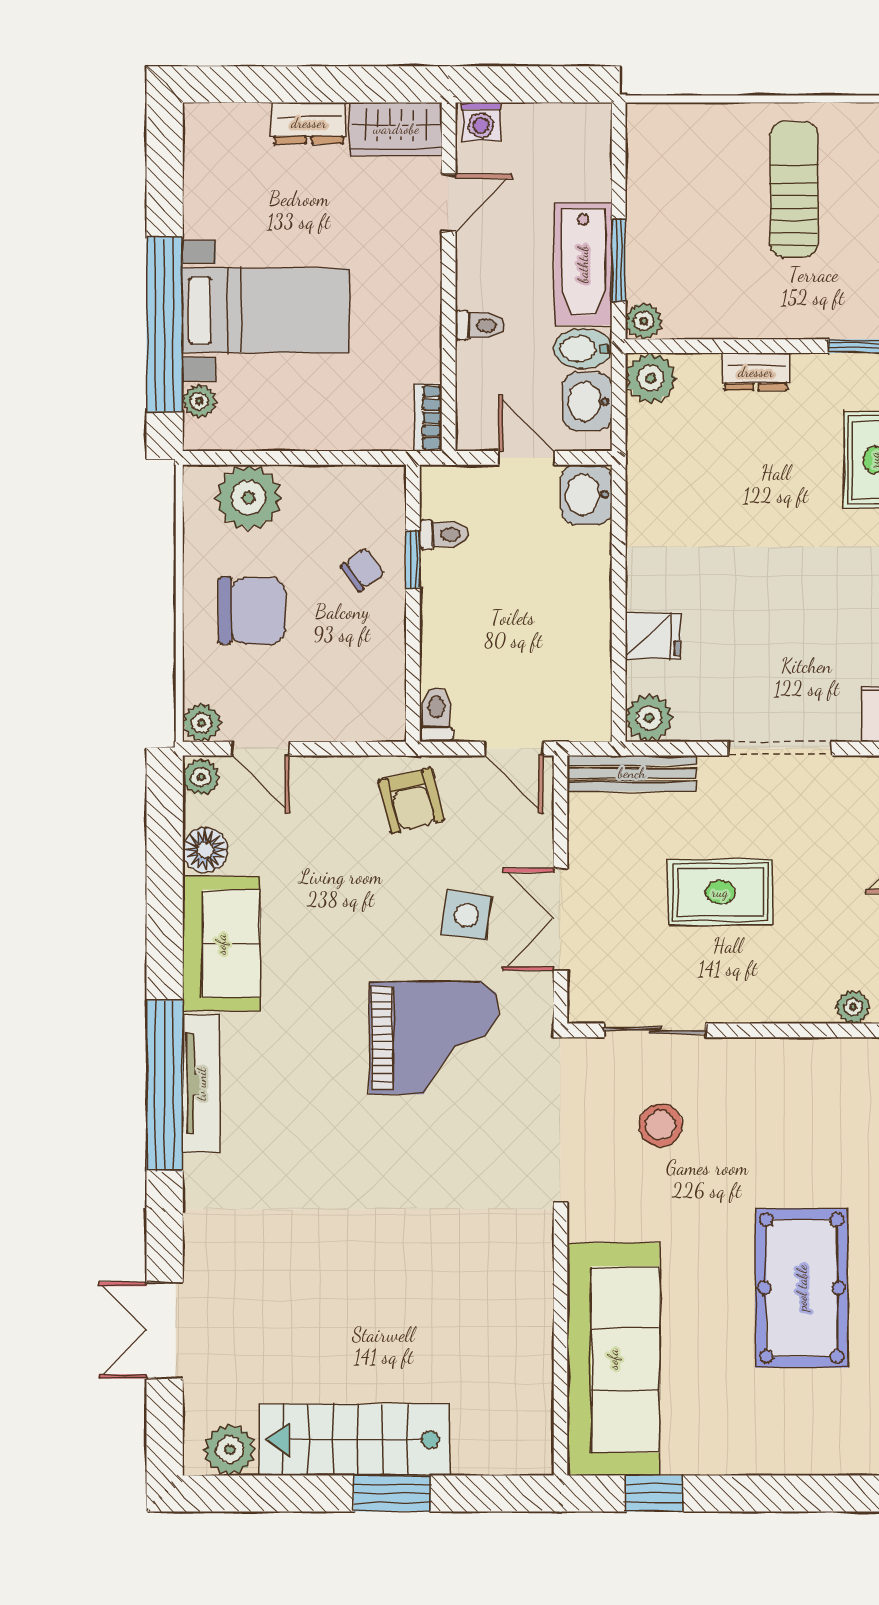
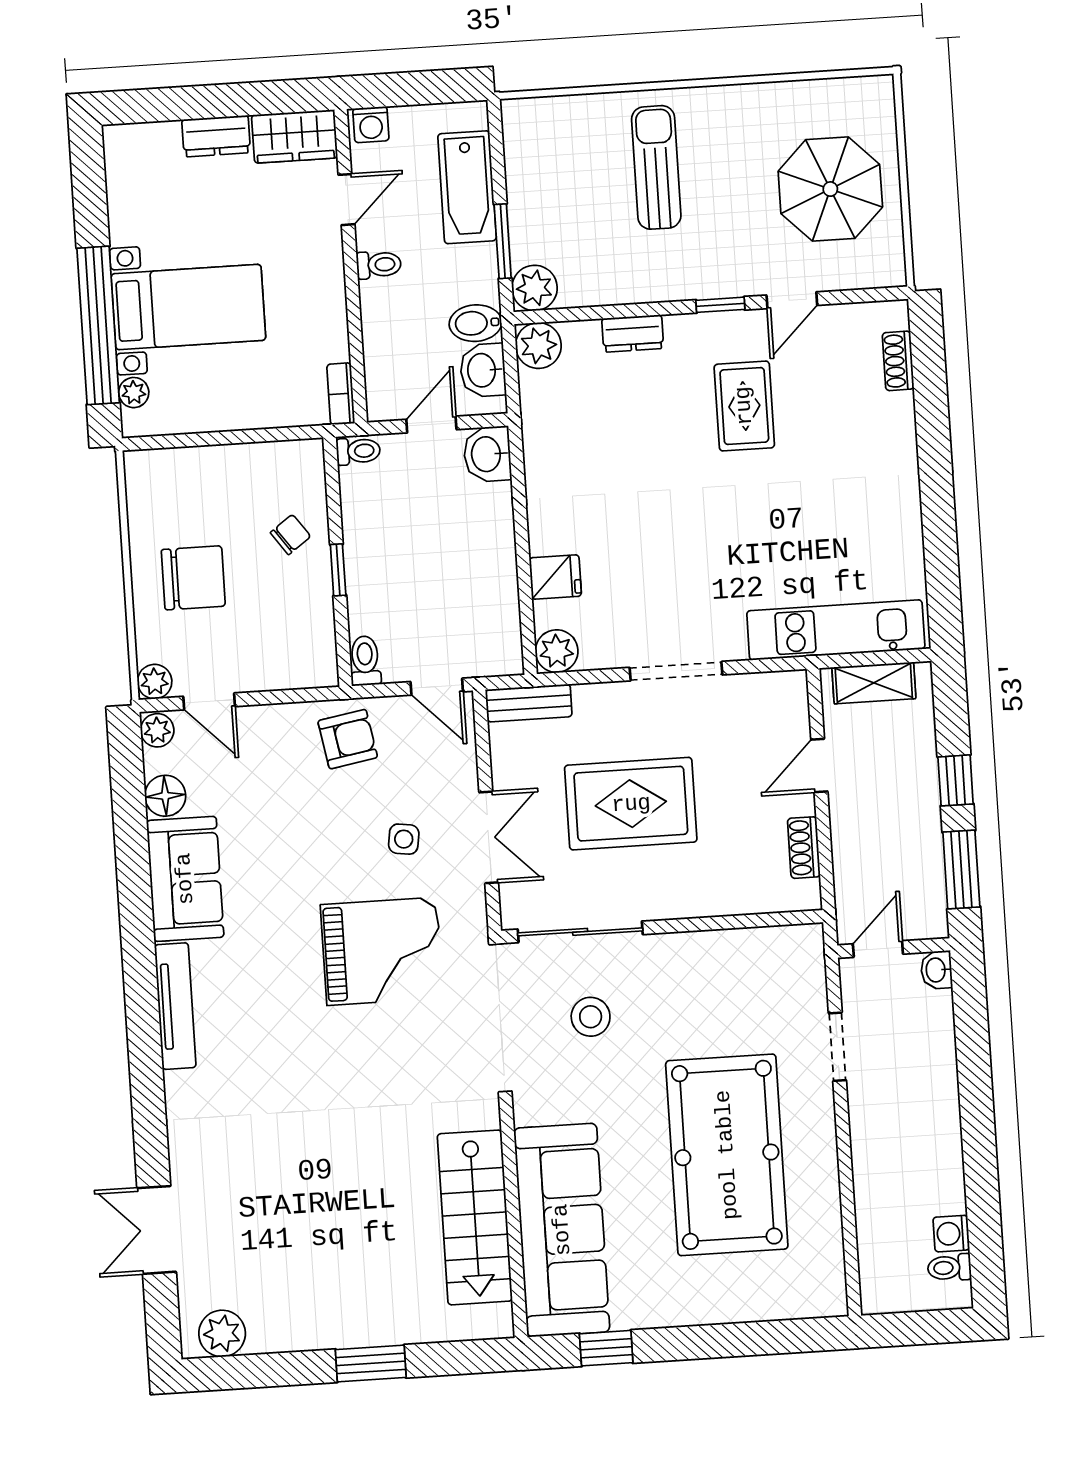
bathtub: (583, 264) -> (467, 187), moved
plant: (644, 321) -> (535, 288), width x1.38, depth x1.38
toilet: (480, 325) -> (379, 265), moved
door: (527, 458) -> (431, 424), hinge flipped
plant: (249, 498) -> (184, 476), removed
toilet: (444, 534) -> (358, 451), moved
window: (413, 559) -> (338, 570), moved
bench: (632, 773) -> (529, 703), width x0.73
armchair: (411, 800) -> (348, 739), turned -86
rug: (720, 892) -> (631, 804), width x1.36, depth x1.43
side table: (466, 915) -> (404, 839), width x0.73, depth x0.73
double door: (560, 919) -> (489, 837), swing flipped
plant: (853, 1007) -> (757, 899), removed
sliding door: (655, 1030) -> (580, 932), width x1.37
window: (165, 1085) -> (142, 1010), removed
pool table: (802, 1288) -> (727, 1155), width x1.36, depth x1.32
stairs: (354, 1440) -> (475, 1217), moved, turned -90

